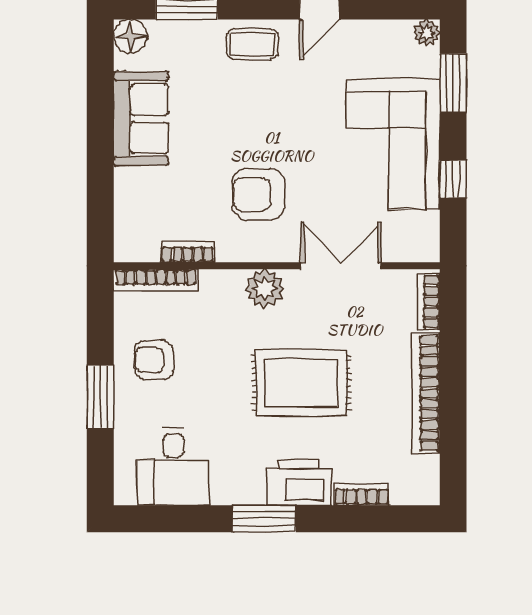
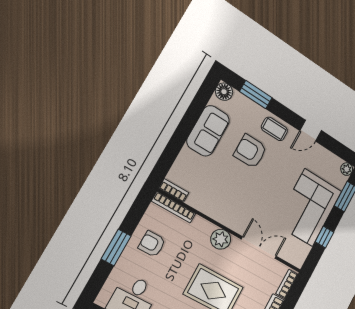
armchair: (258, 194) -> (250, 151), moved
bookcase: (188, 252) -> (174, 190), moved

